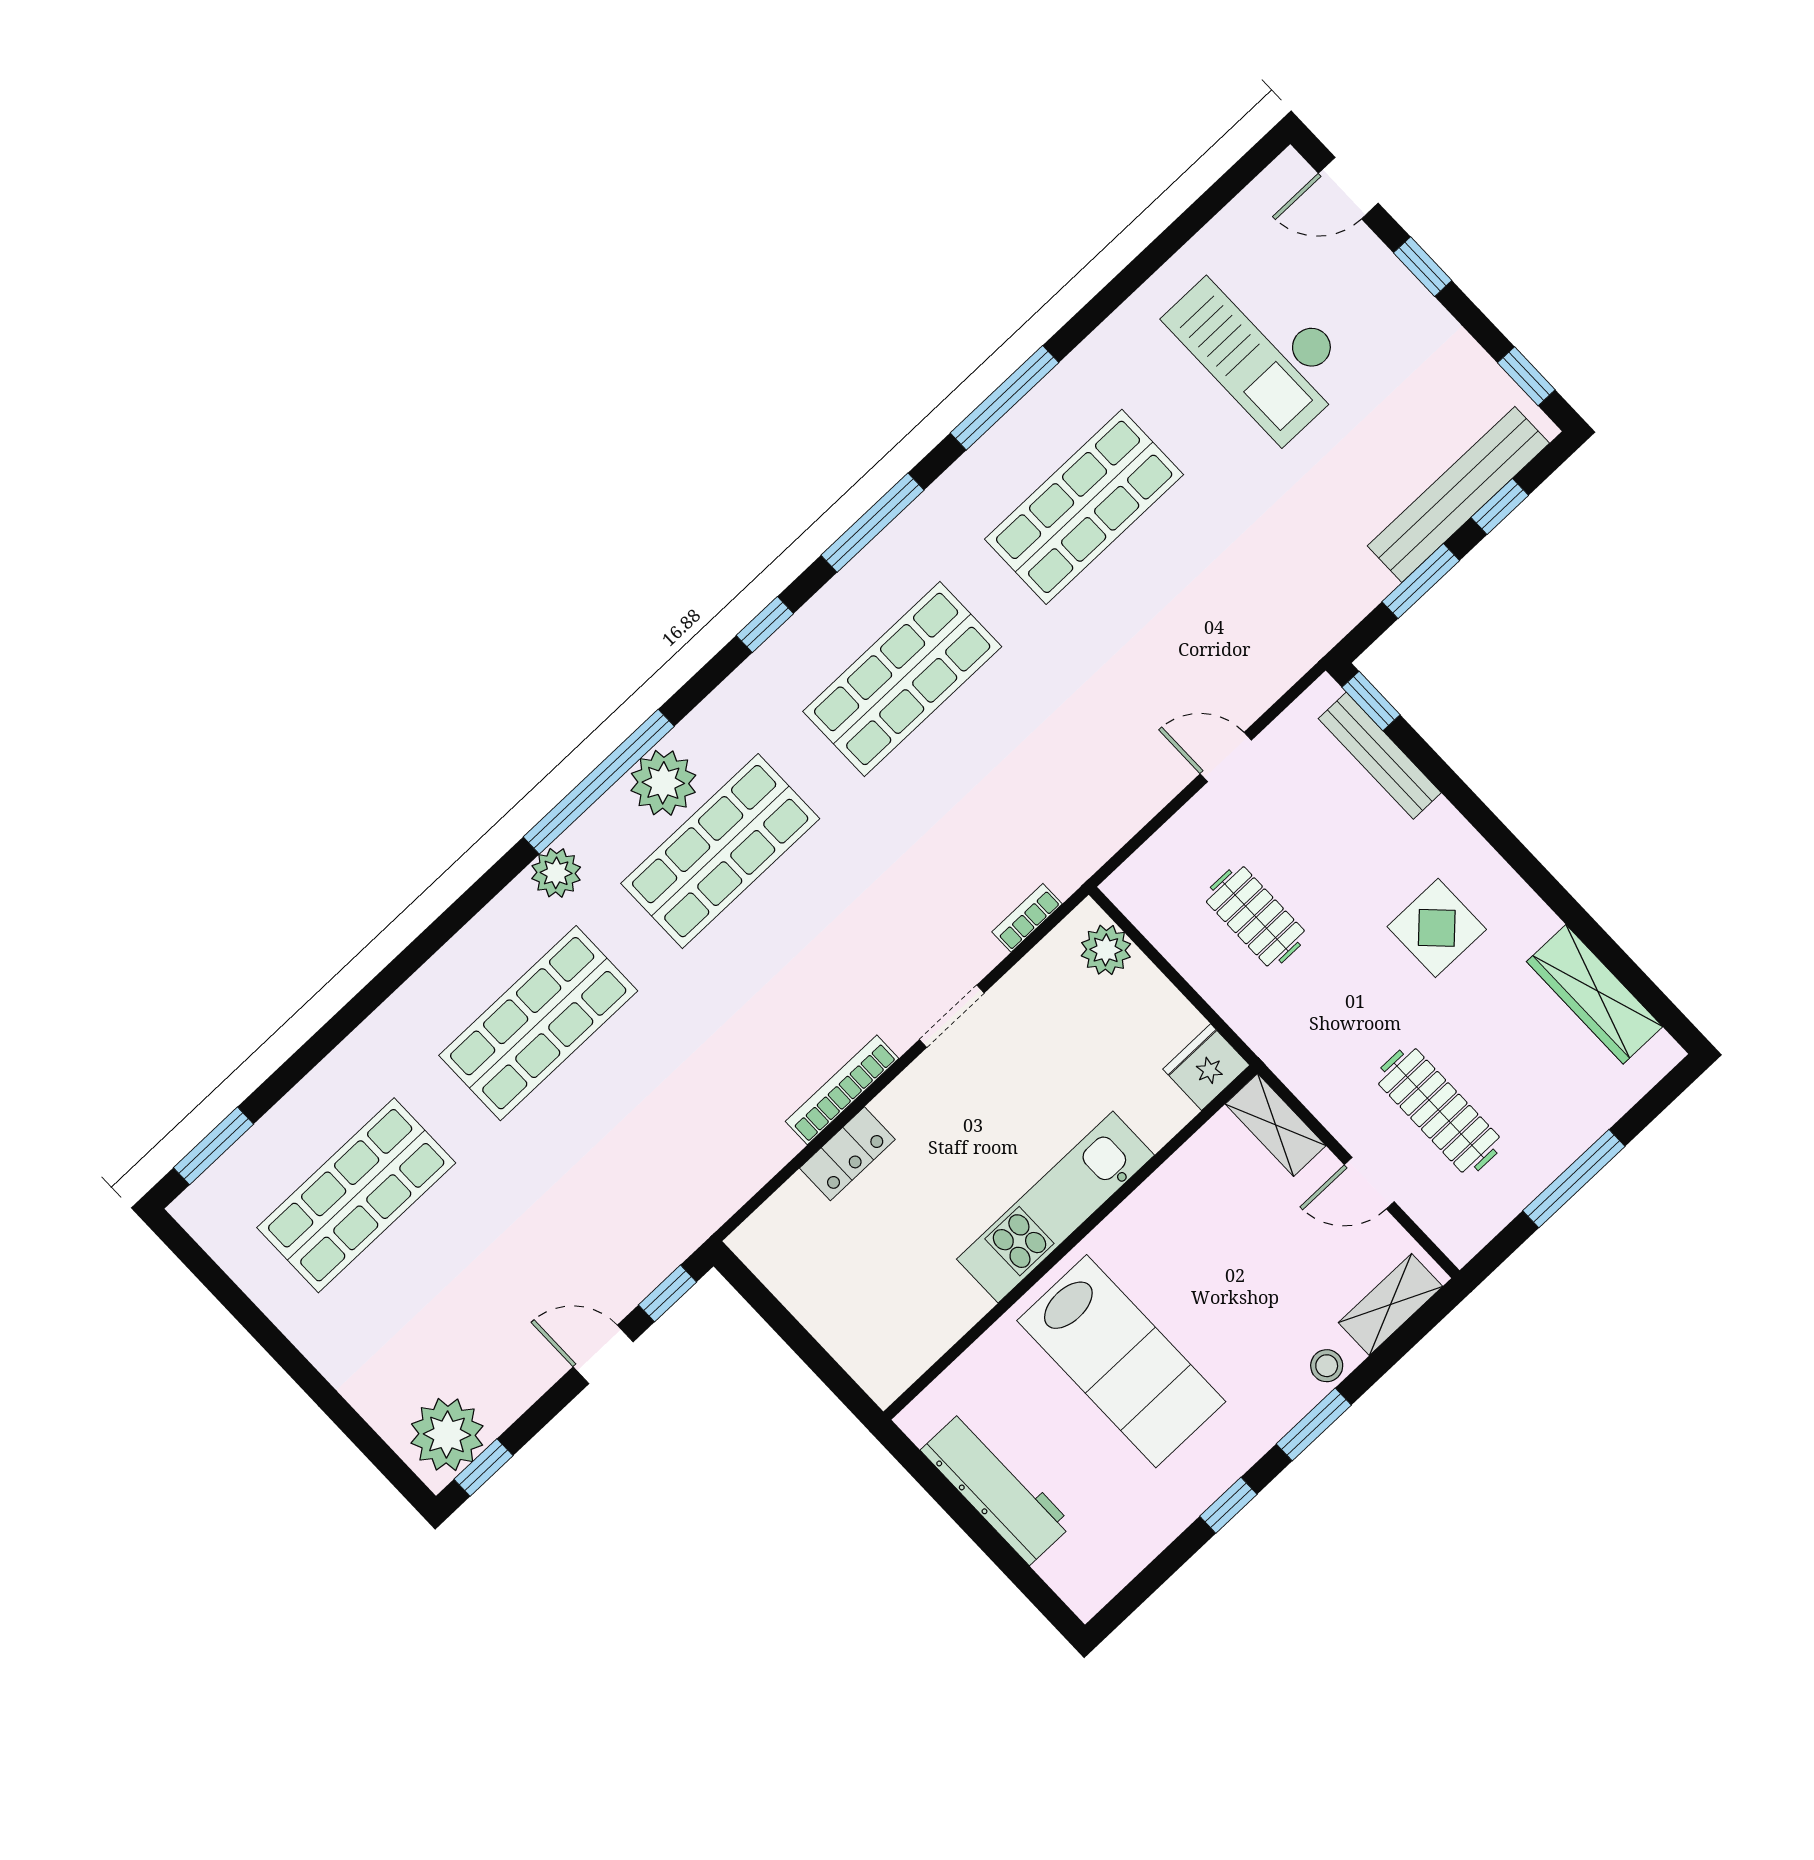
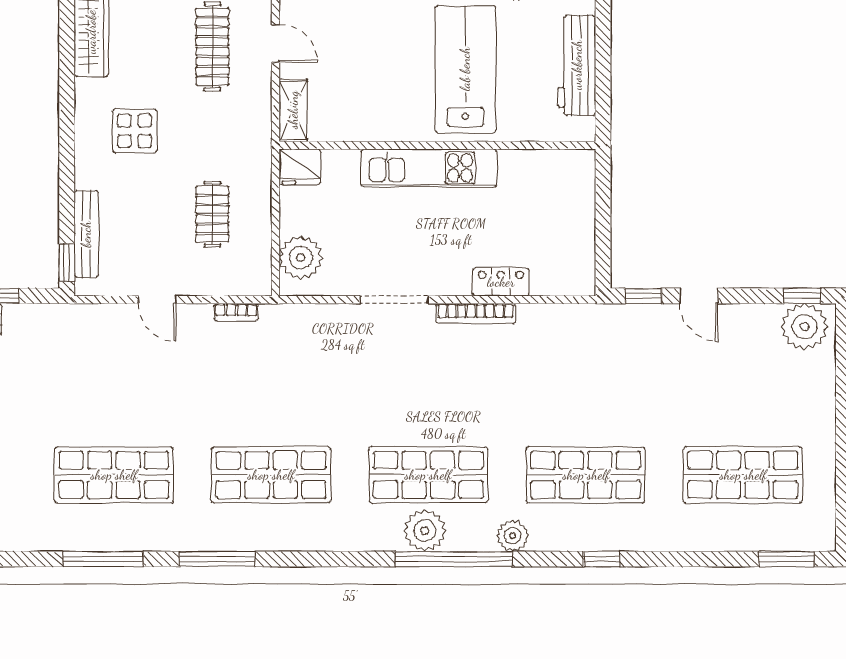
window: (765, 625) -> (602, 559), moved
bookcase: (1027, 918) -> (236, 312), moved
plant: (1106, 950) -> (301, 258), width x1.36, depth x1.36
doorway: (952, 1016) -> (394, 300), width x1.38

